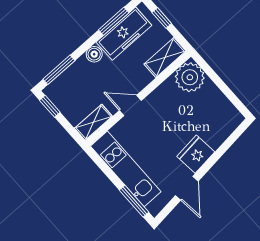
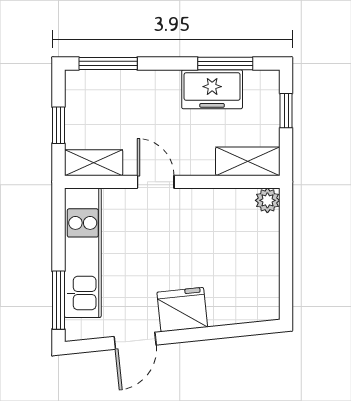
freezer: (124, 34) -> (212, 89), width x0.71
boiler: (94, 54) -> (167, 82), removed
plant: (190, 77) -> (267, 200), width x0.53, depth x0.53
window: (50, 106) -> (58, 125), moved

